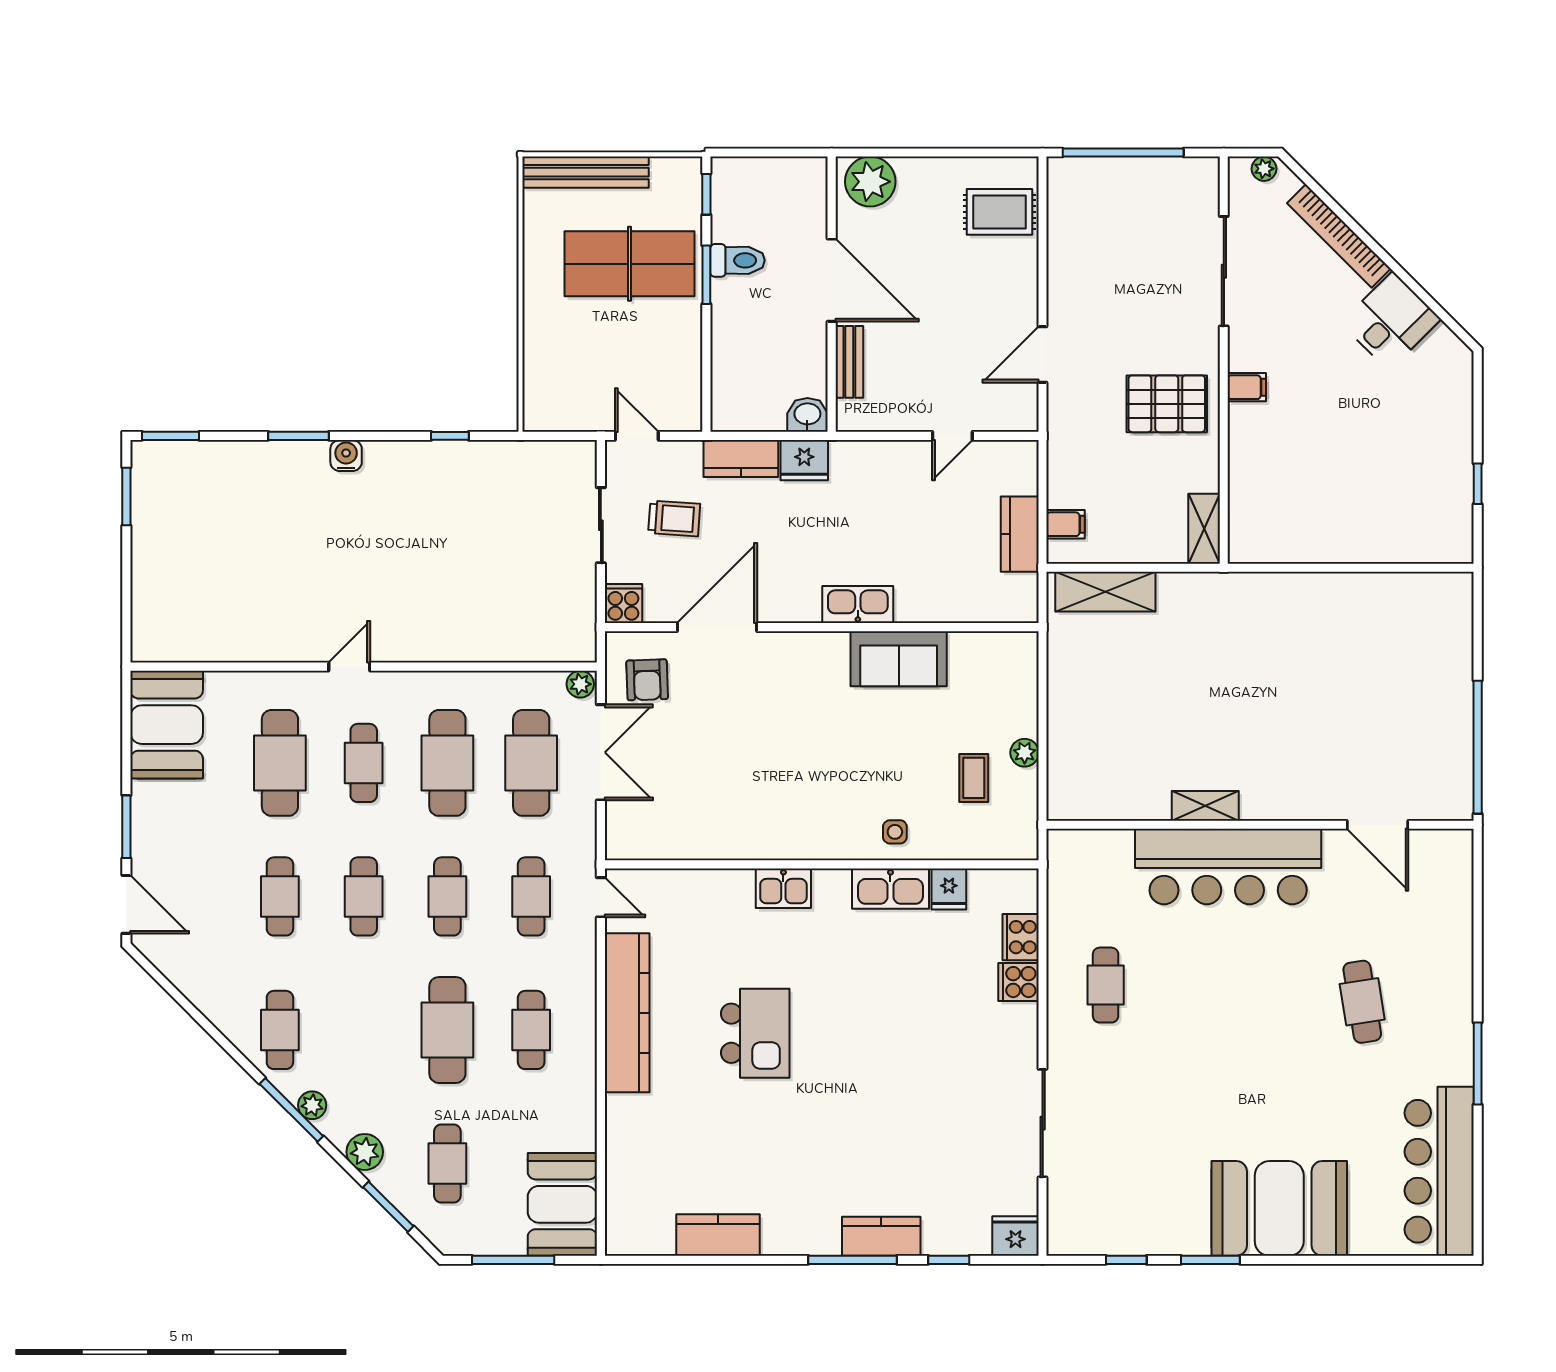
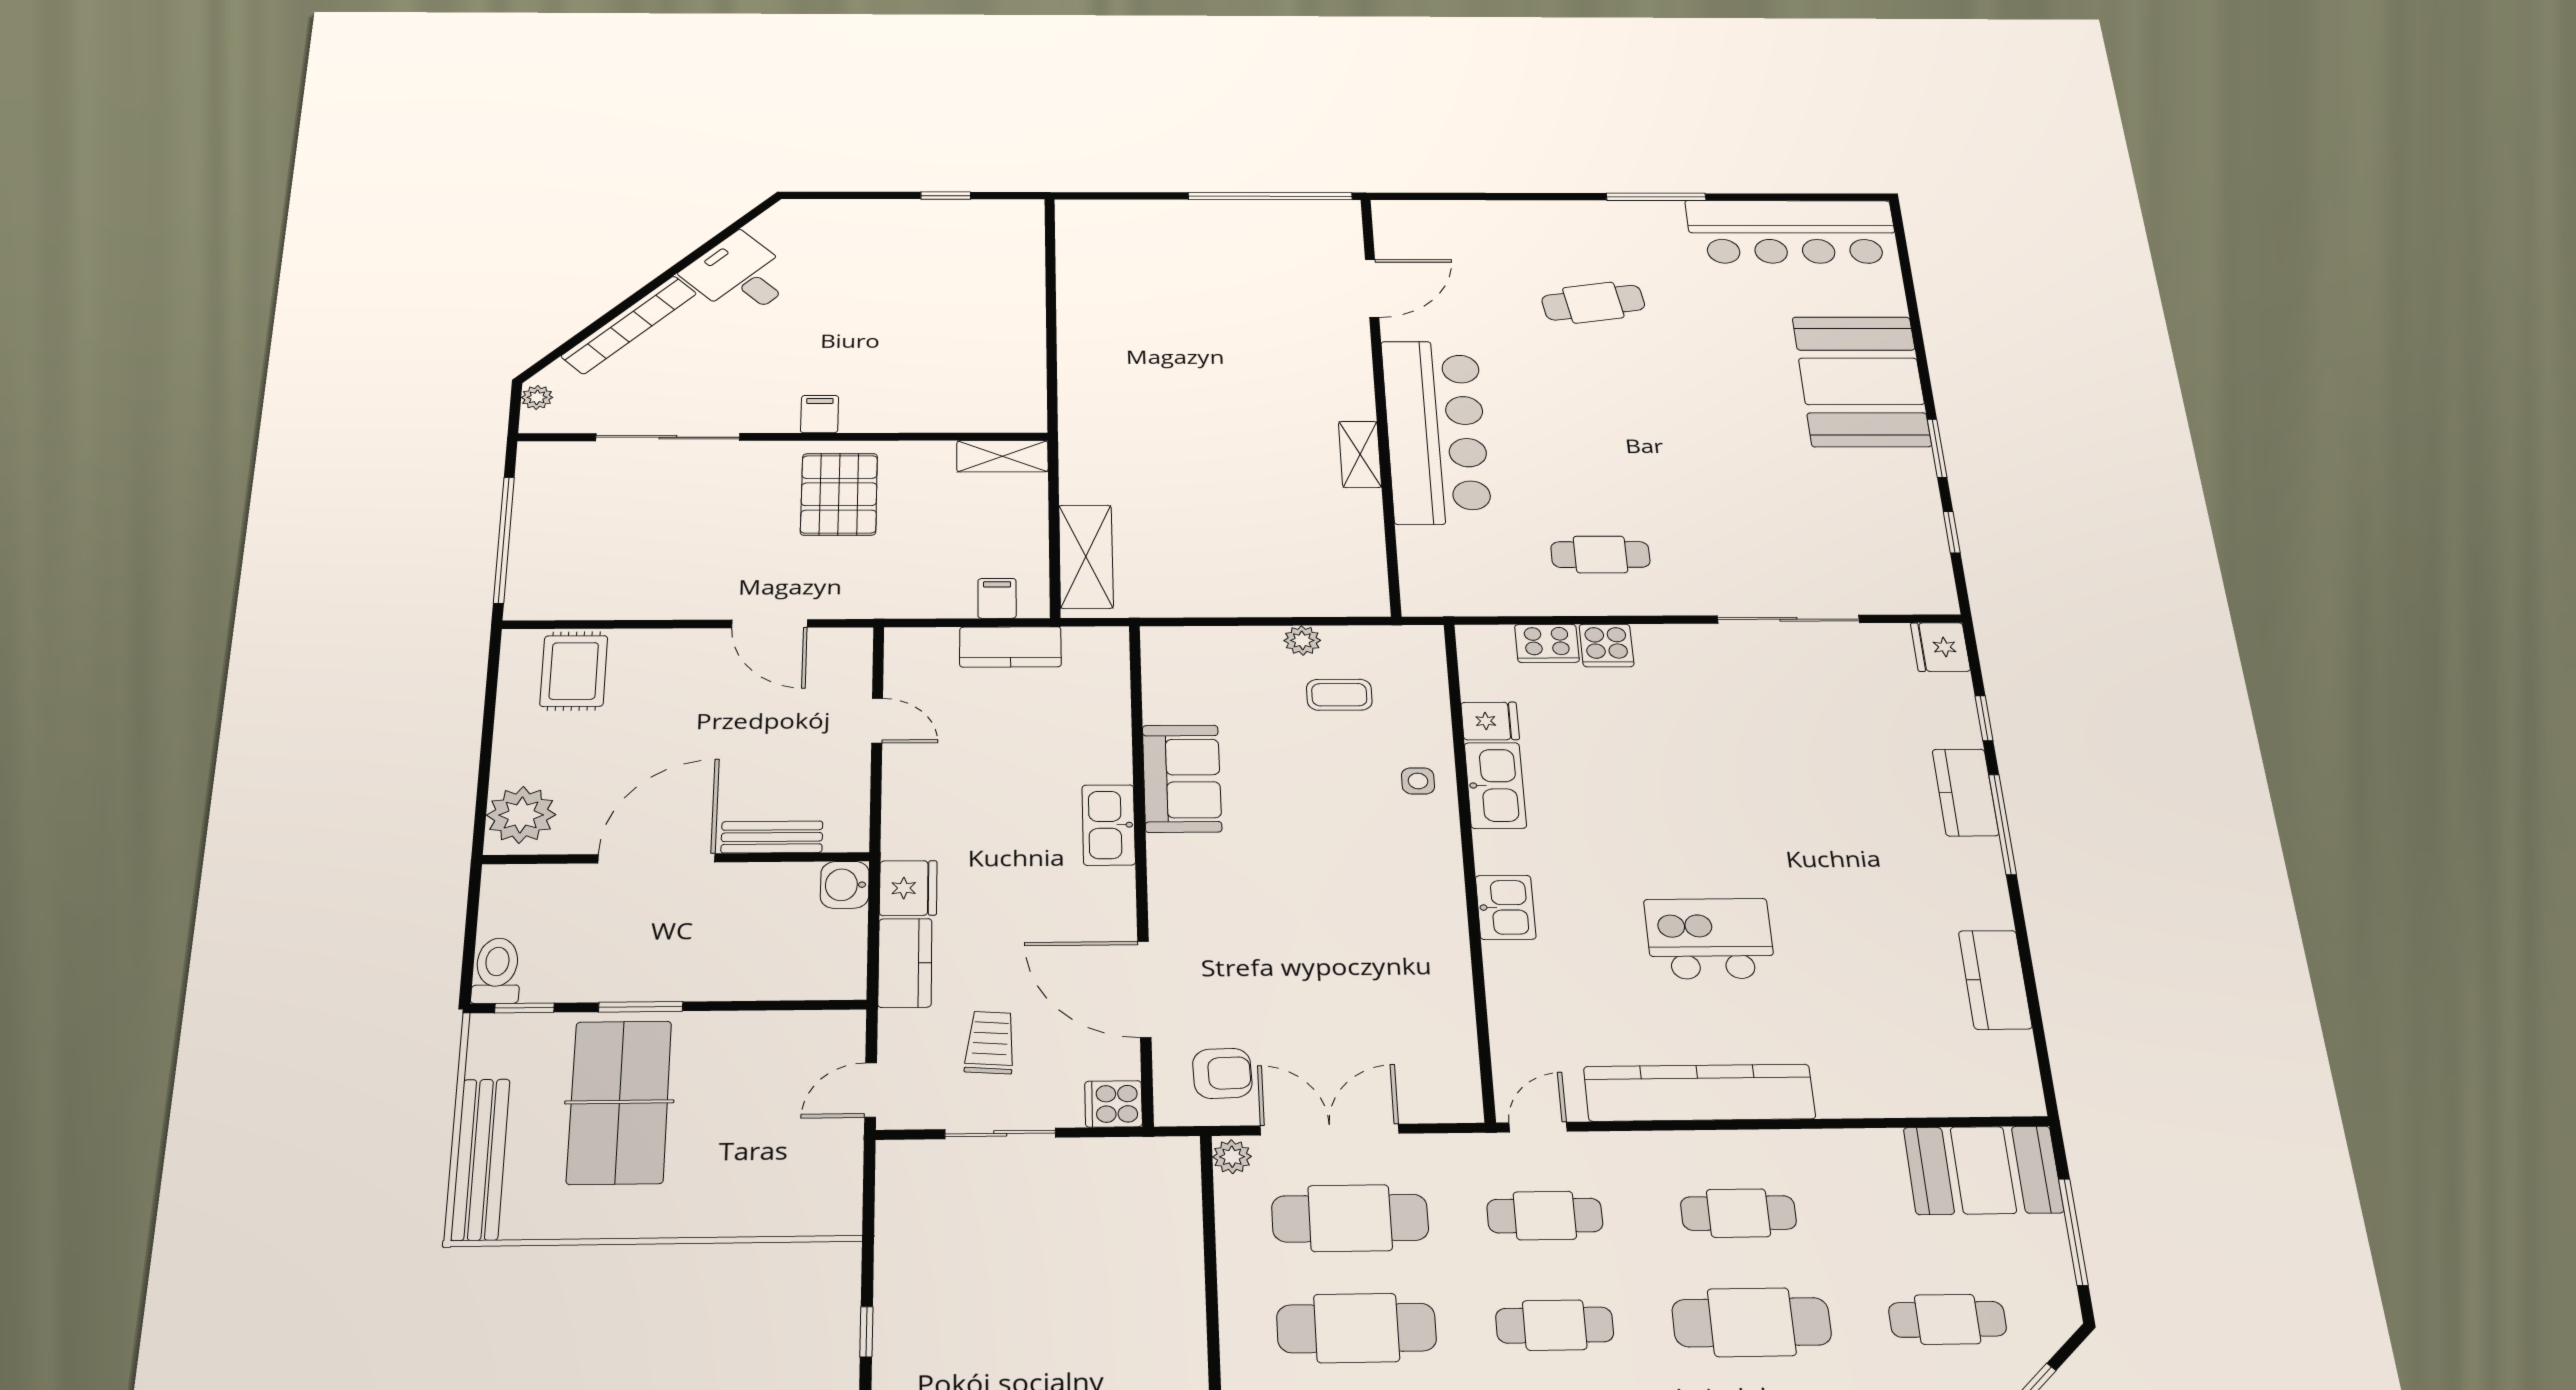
toilet: (738, 260) -> (497, 971), moved

